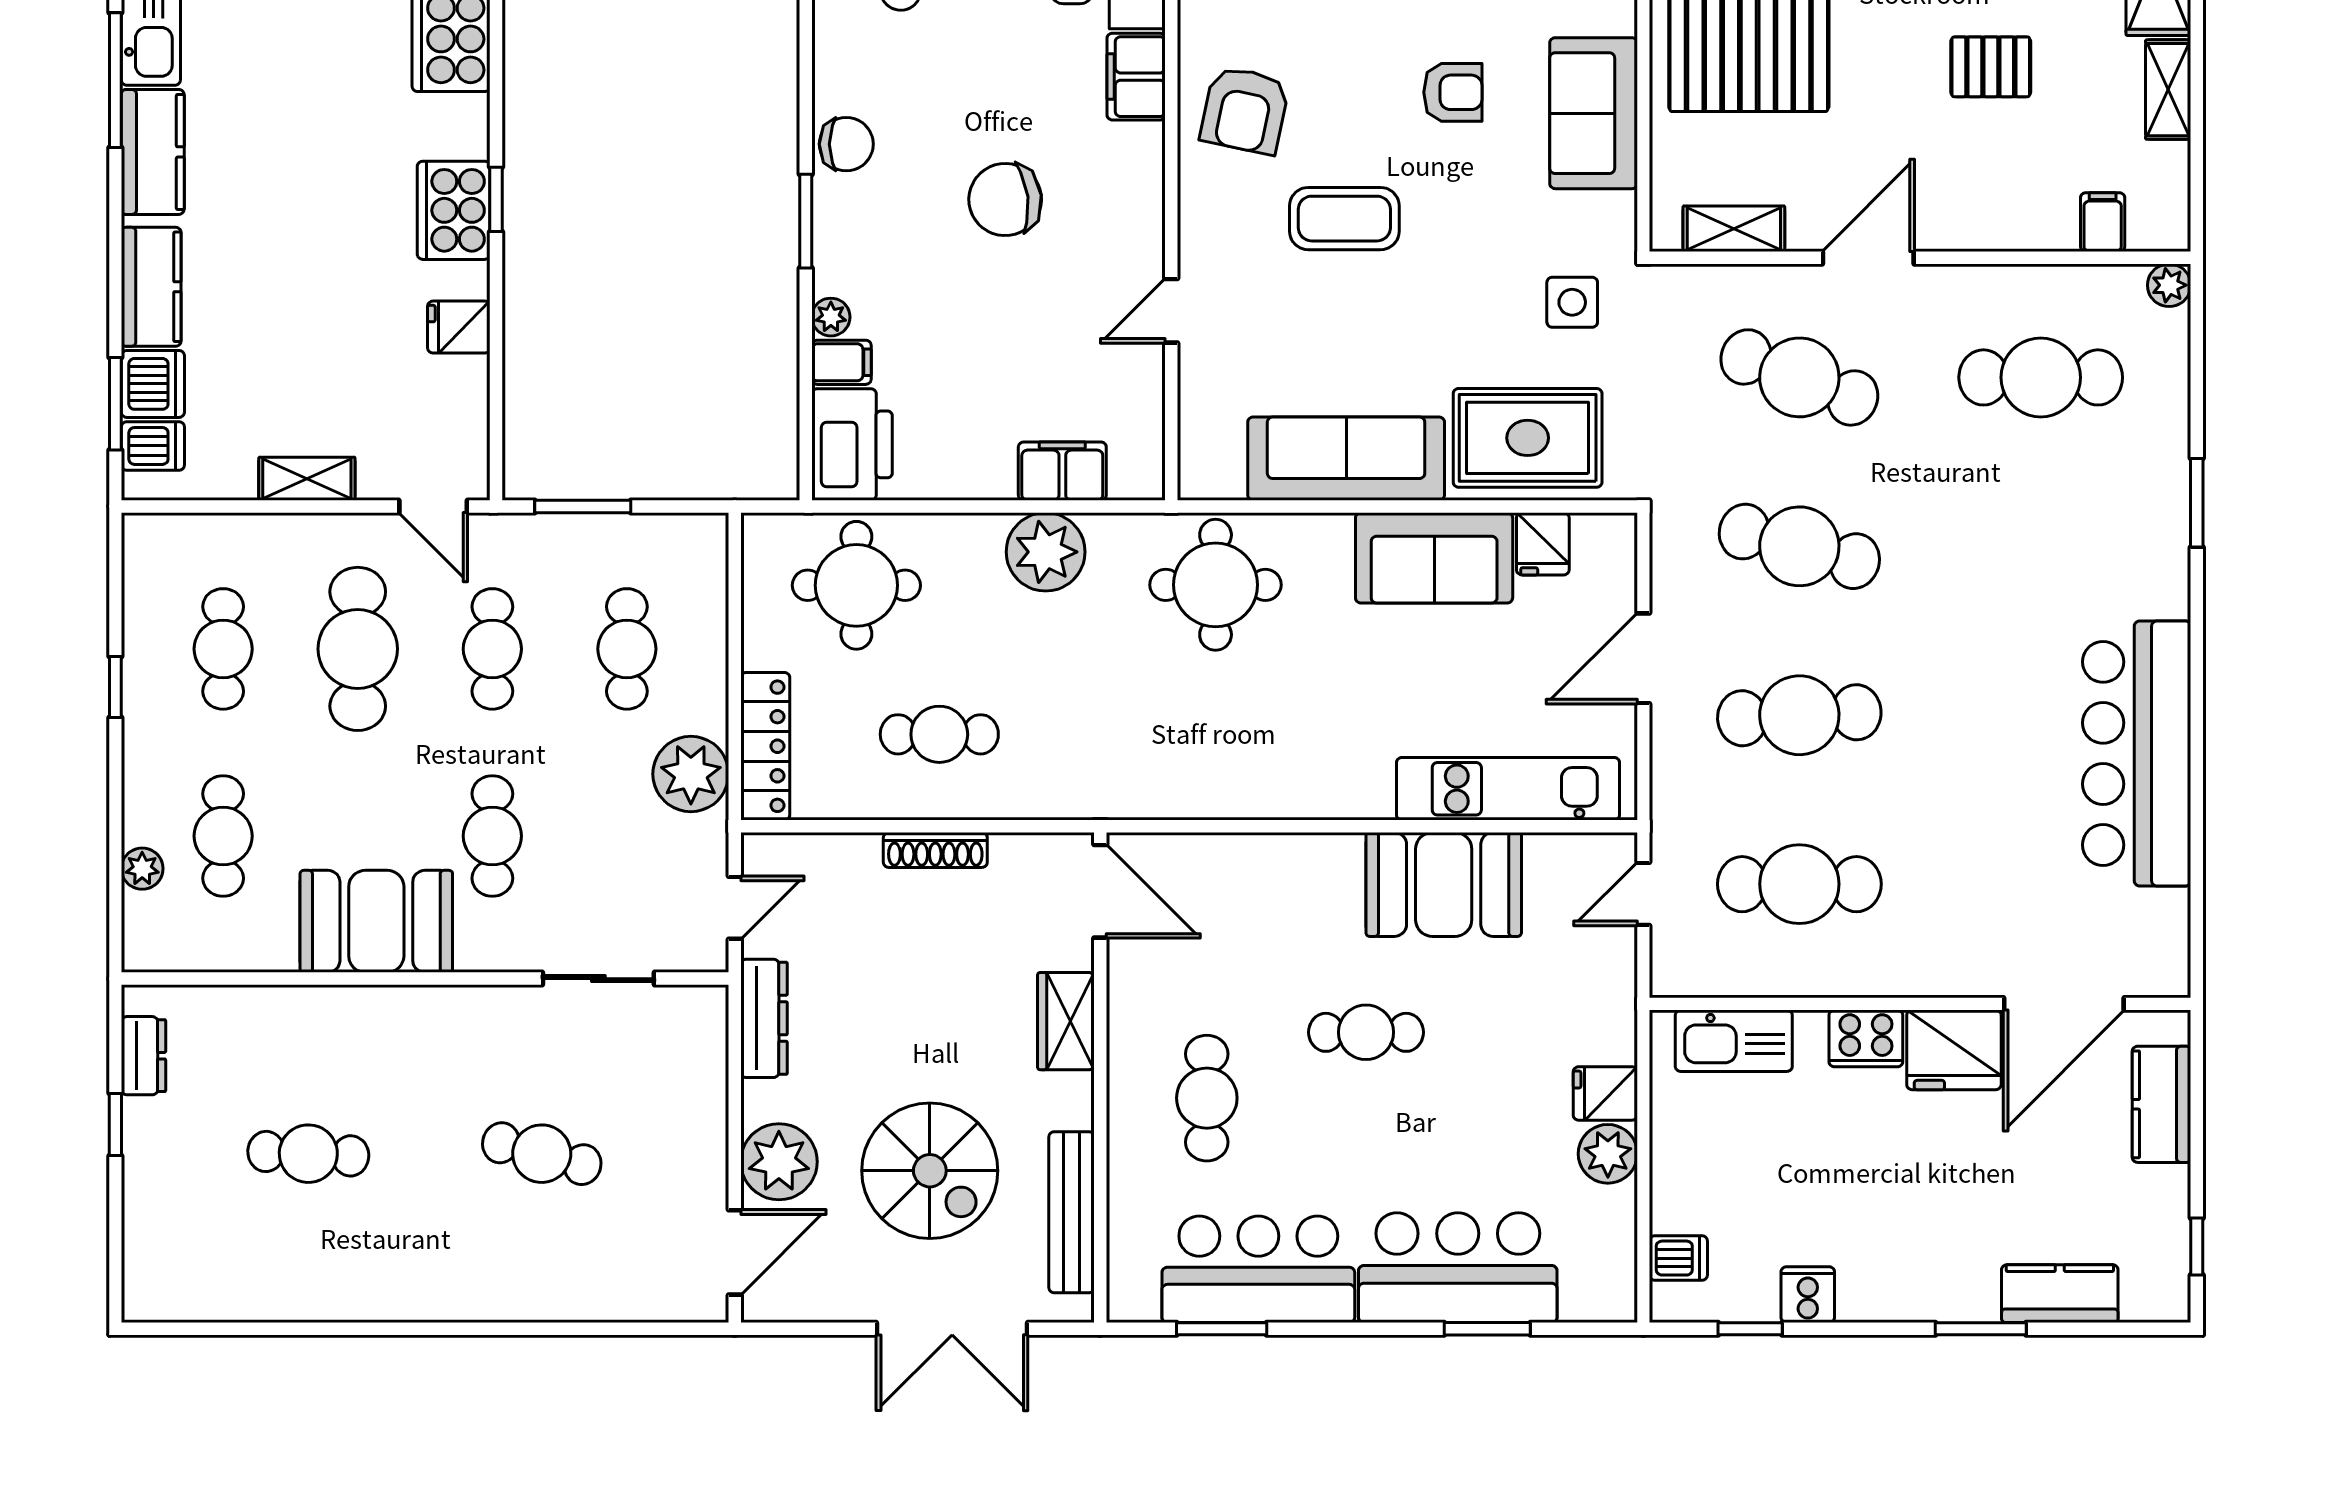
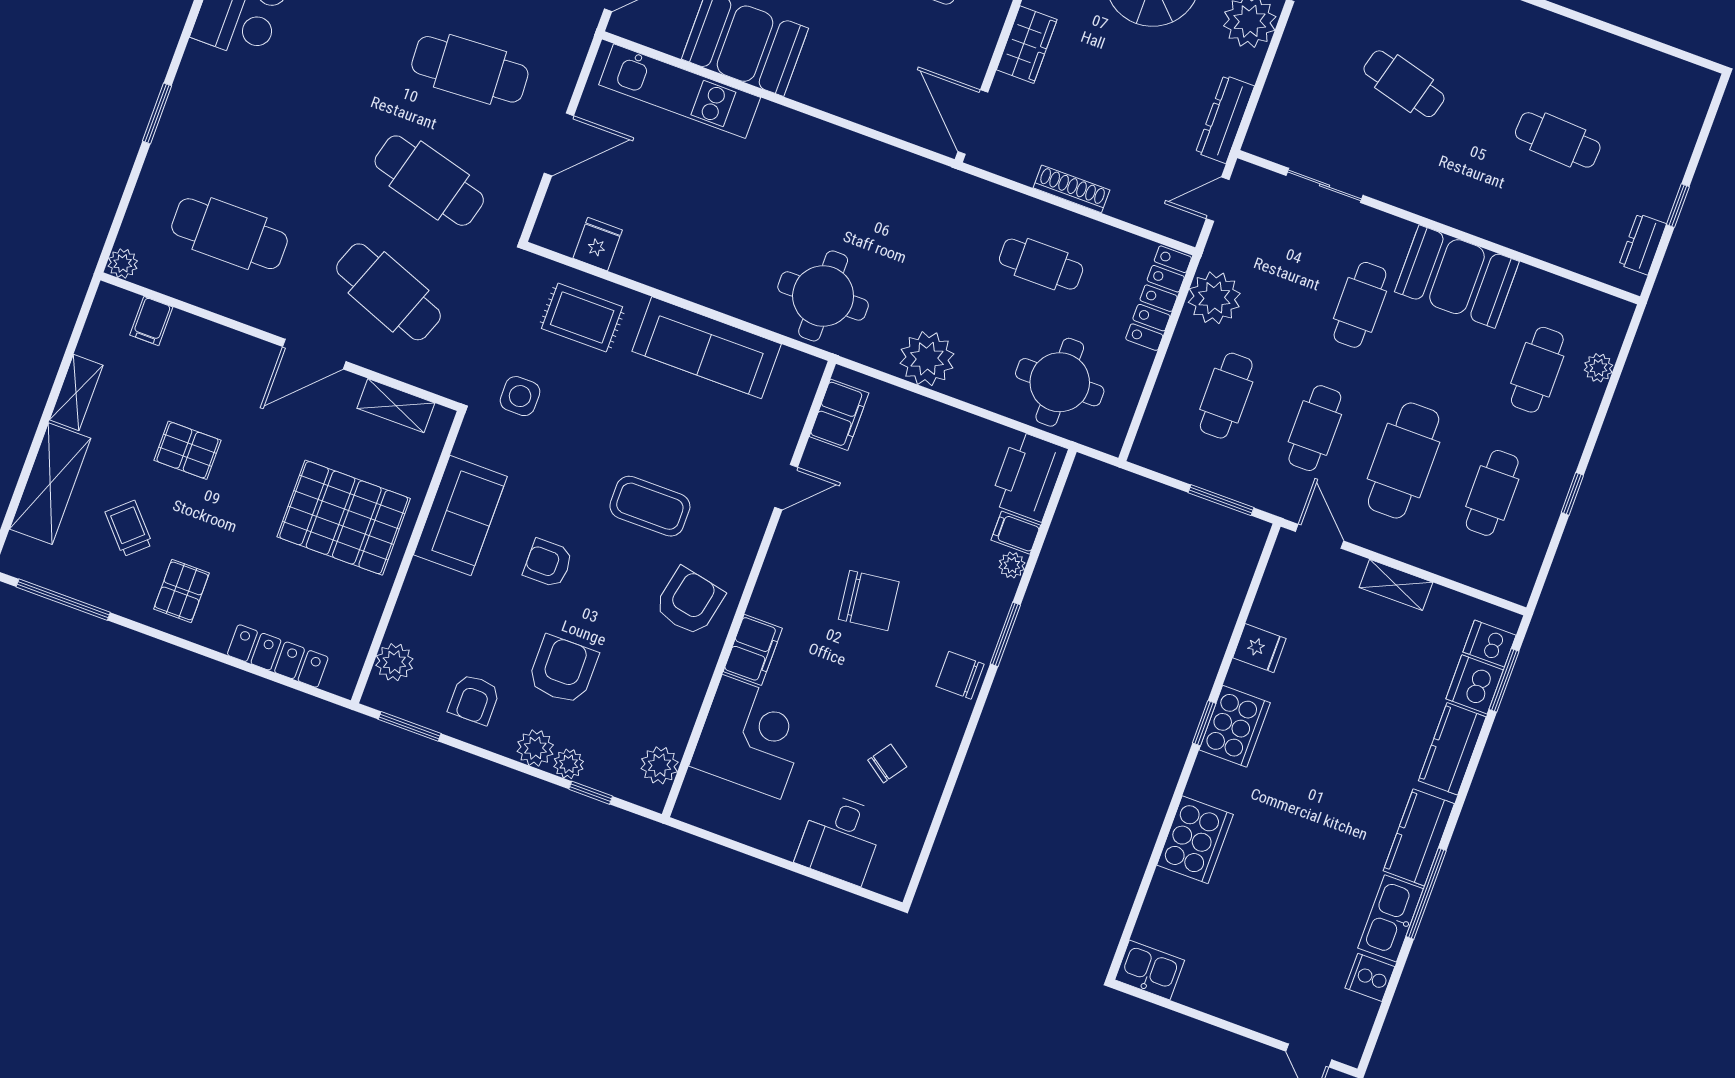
rug: (1528, 438) -> (582, 318), width x0.73, depth x0.70
filing cabinet: (1062, 471) -> (839, 415), moved, turned -90
sofa: (1434, 558) -> (673, 261), removed

